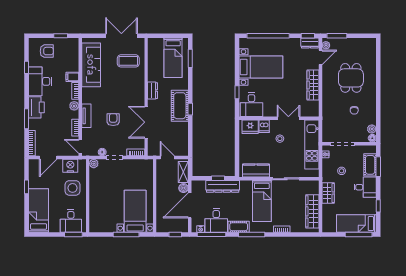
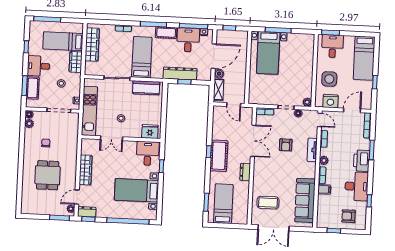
dishwasher: (264, 126) -> (136, 131), removed
bed: (356, 224) -> (63, 41), moved, turned 180

